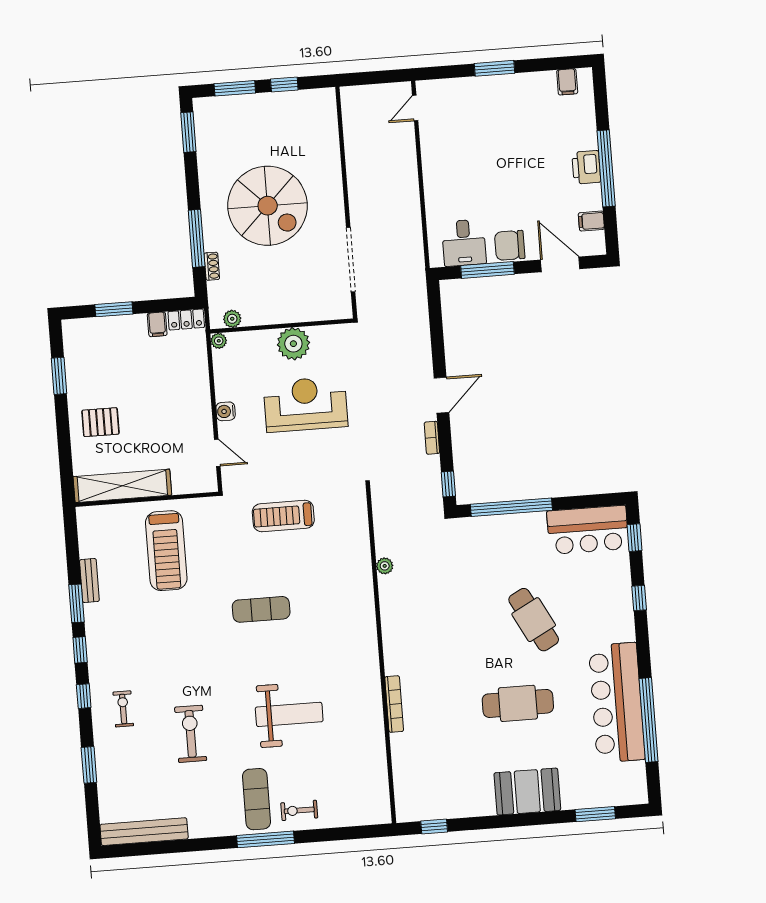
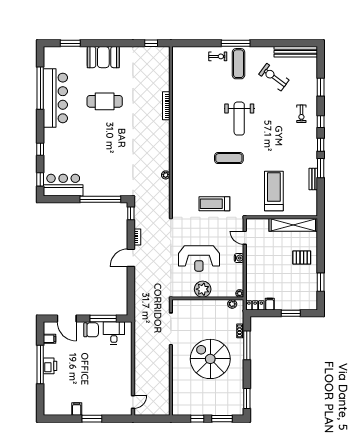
filing cabinet: (567, 82) -> (77, 409), moved
treadmill: (283, 516) -> (214, 204), turned 180
cafe table: (534, 620) -> (94, 142), removed
weight bench: (289, 714) -> (239, 119), moved, turned -90
exercise bike: (191, 734) -> (274, 77), moved, turned 127

